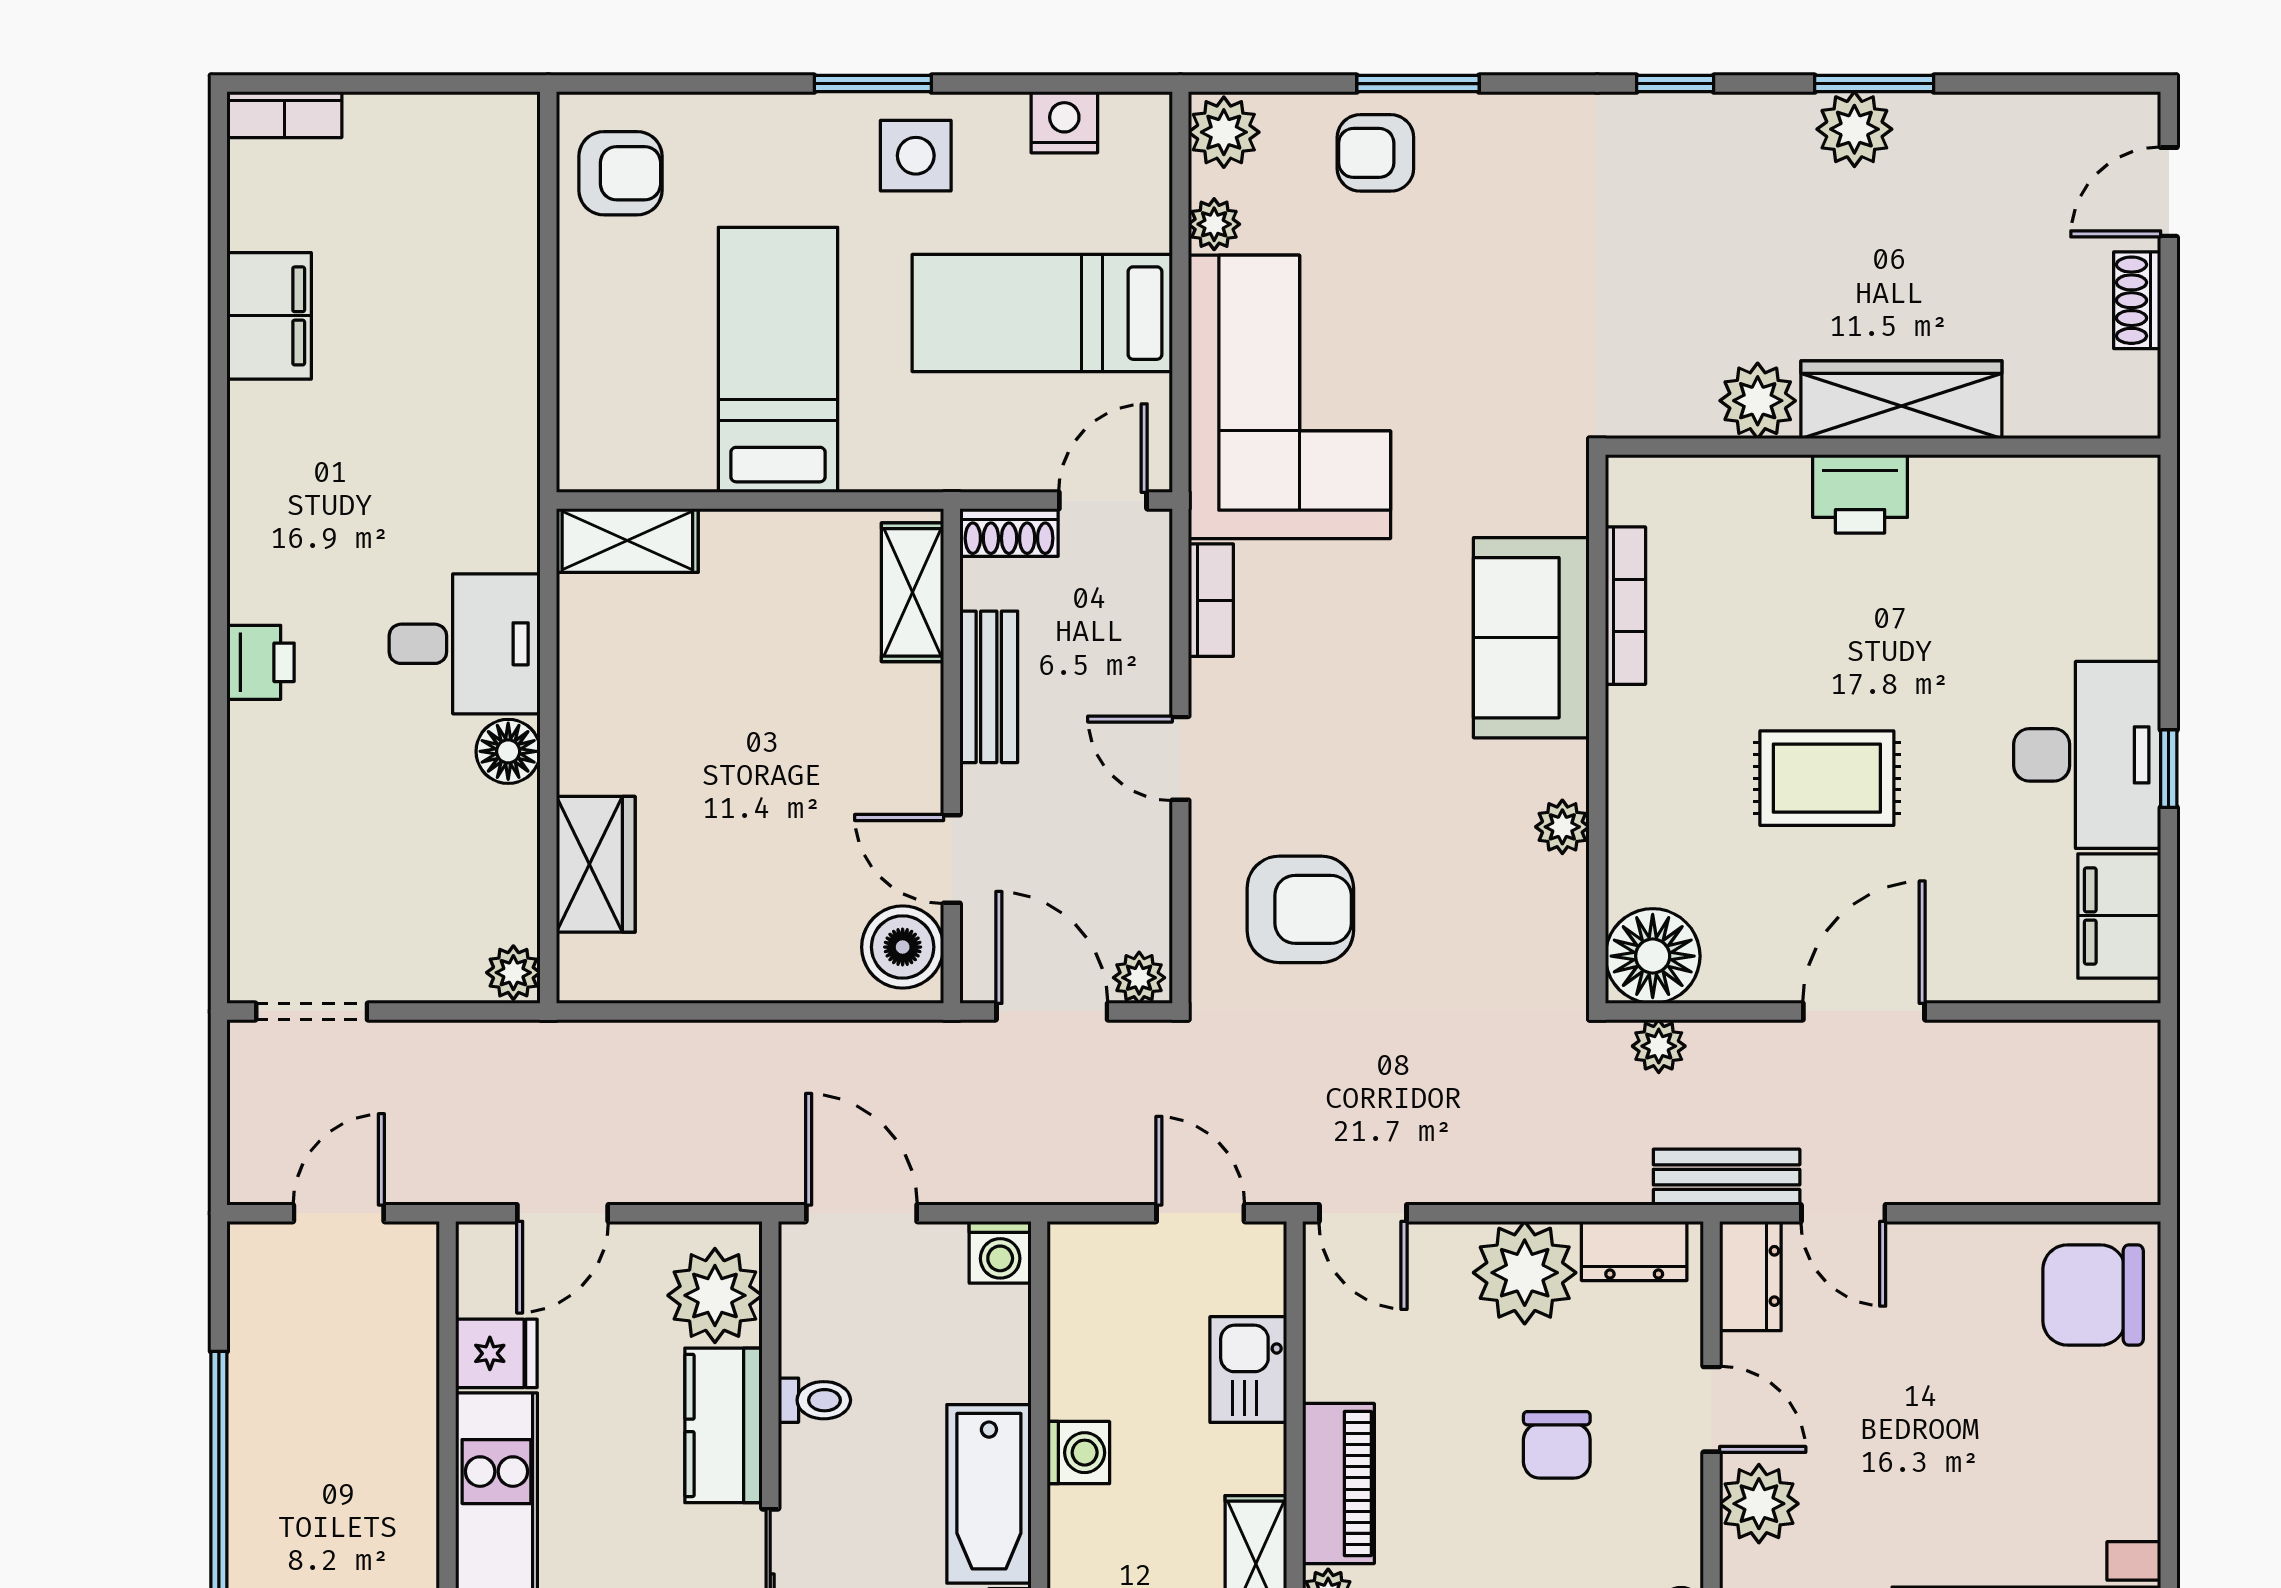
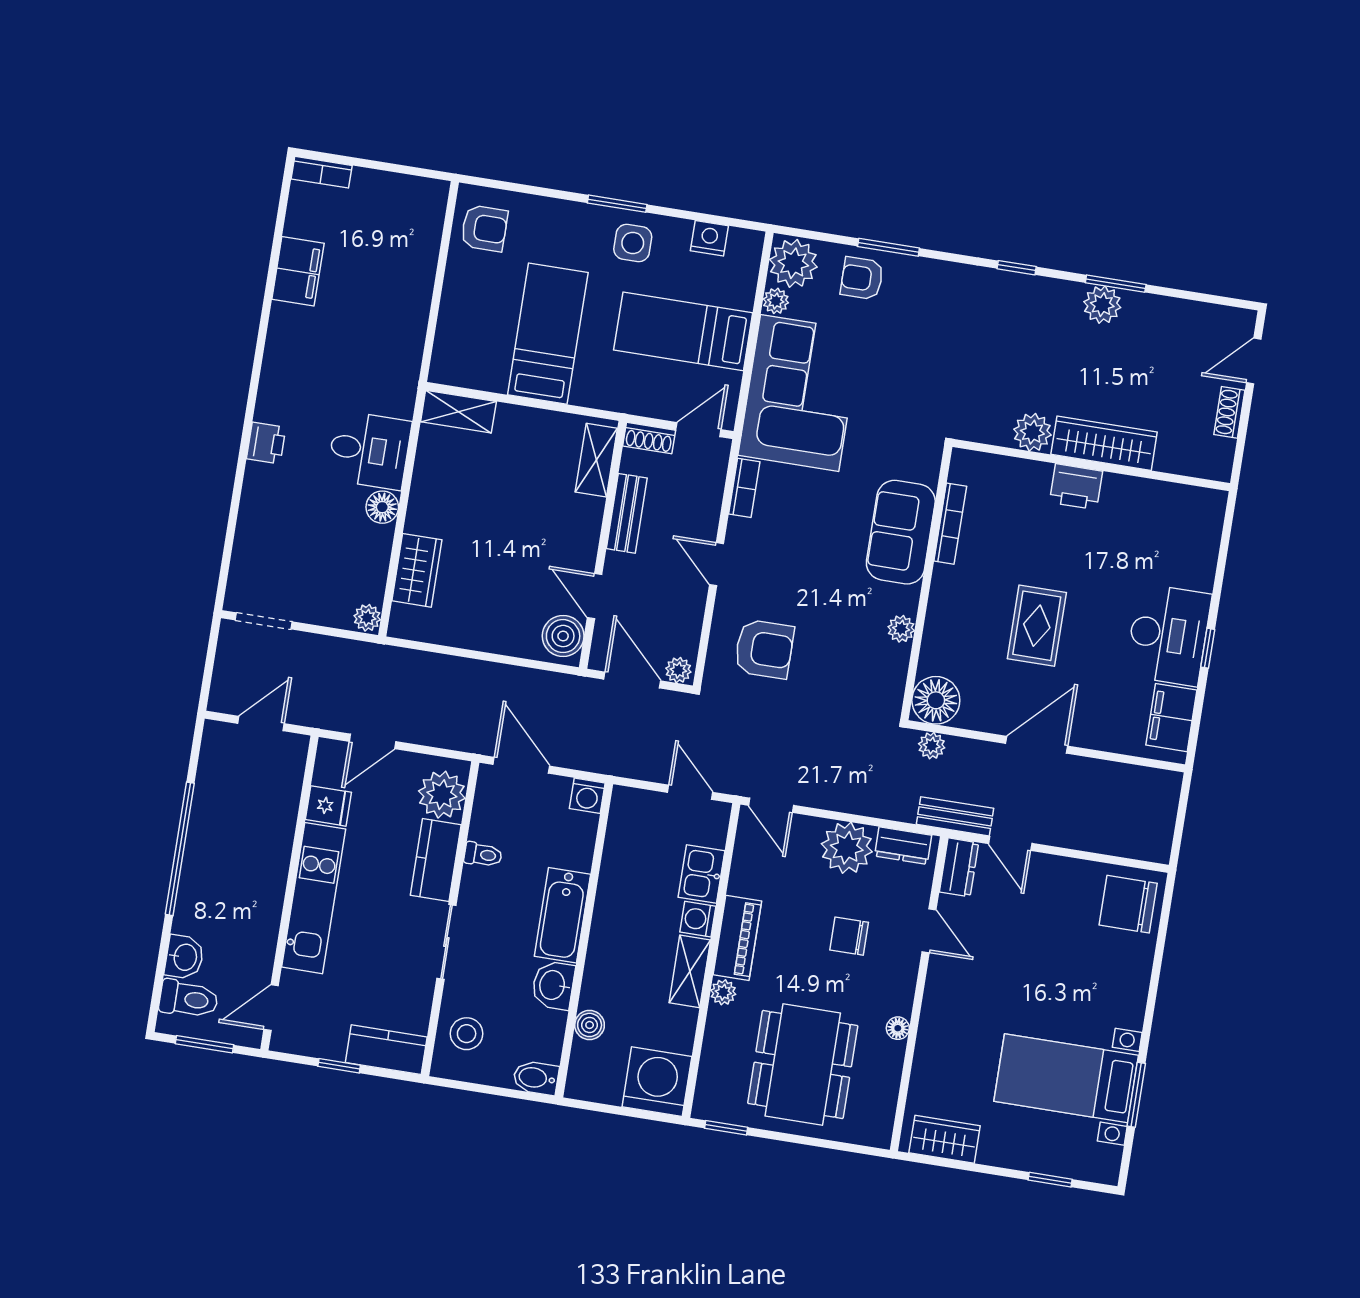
plant: (1224, 132) -> (793, 263), width x1.36, depth x1.36
rug: (1827, 778) -> (1037, 626), turned 90
chair: (1557, 1445) -> (849, 936), turned 90
washing machine: (1078, 1453) -> (698, 919), moved, turned 180
plant: (1759, 1504) -> (945, 981), removed

